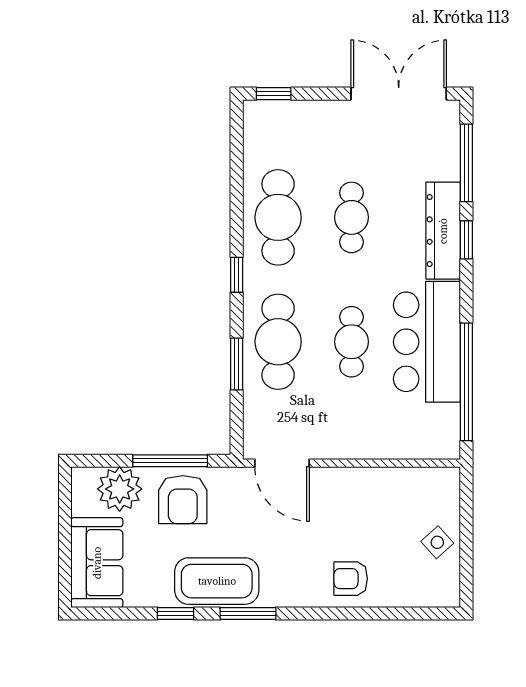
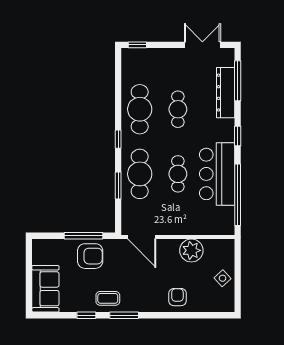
double door: (399, 94) -> (202, 45), width x0.73
dresser: (443, 231) -> (226, 93), moved
window: (466, 240) -> (238, 136), moved
plant: (120, 489) -> (191, 250), moved
armchair: (183, 500) -> (90, 256), turned -90
armchair: (351, 579) -> (177, 297), turned 90
coffee table: (217, 581) -> (108, 298), width x0.54, depth x0.58

